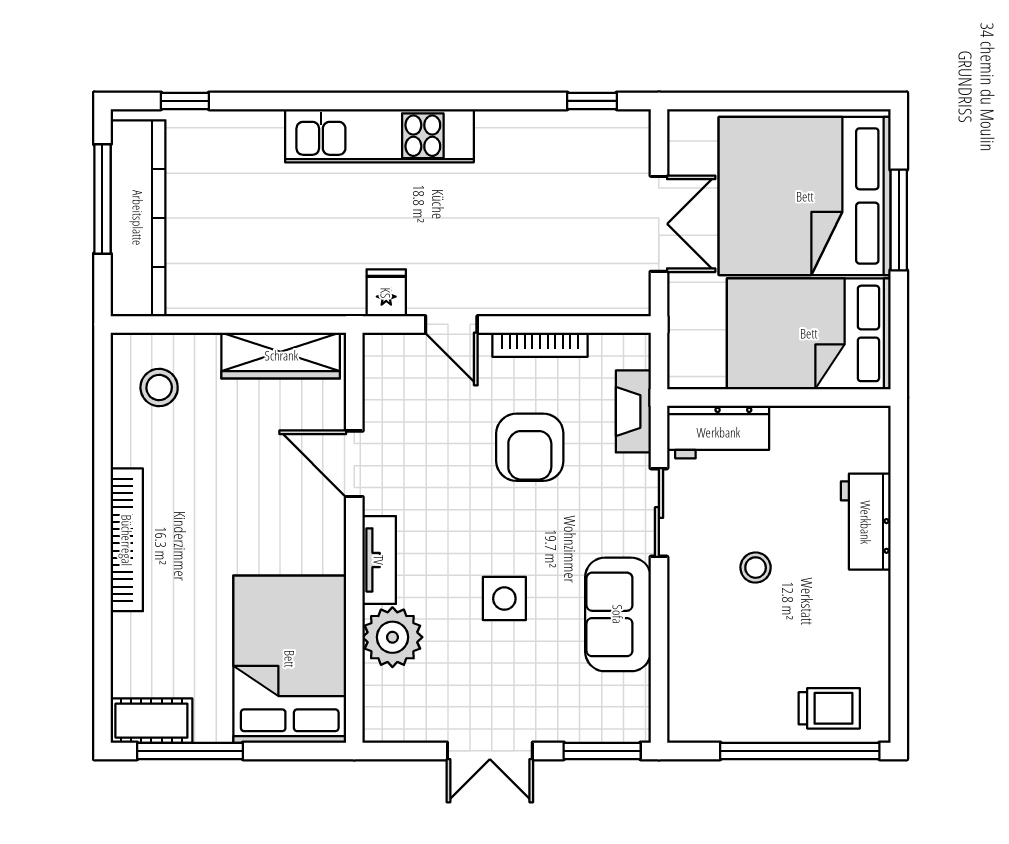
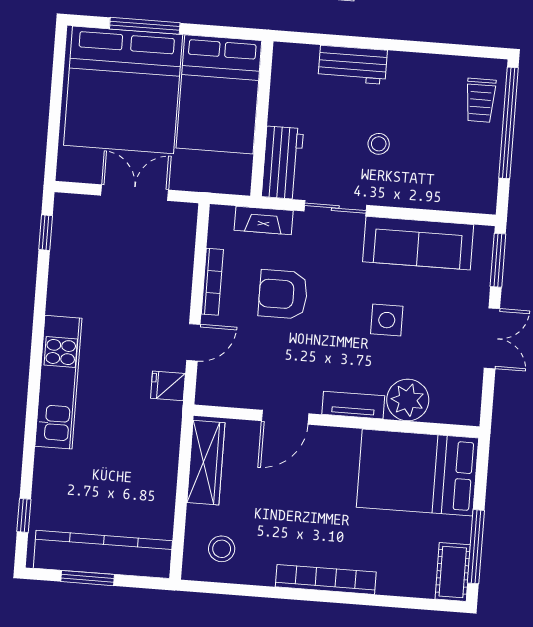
window: (102, 199) -> (88, 578), width x0.69
armchair: (530, 447) -> (283, 294), turned 180
sofa: (618, 614) -> (418, 243), width x1.36
trolley: (829, 708) -> (480, 100), turned 180

